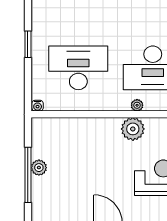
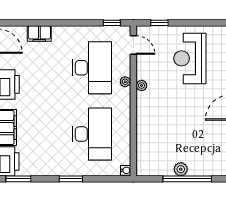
desk: (78, 68) -> (92, 134), turned 180
plant: (133, 129) -> (142, 85), width x0.53, depth x0.53

